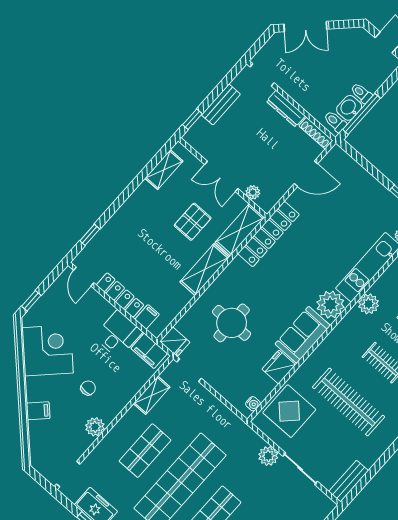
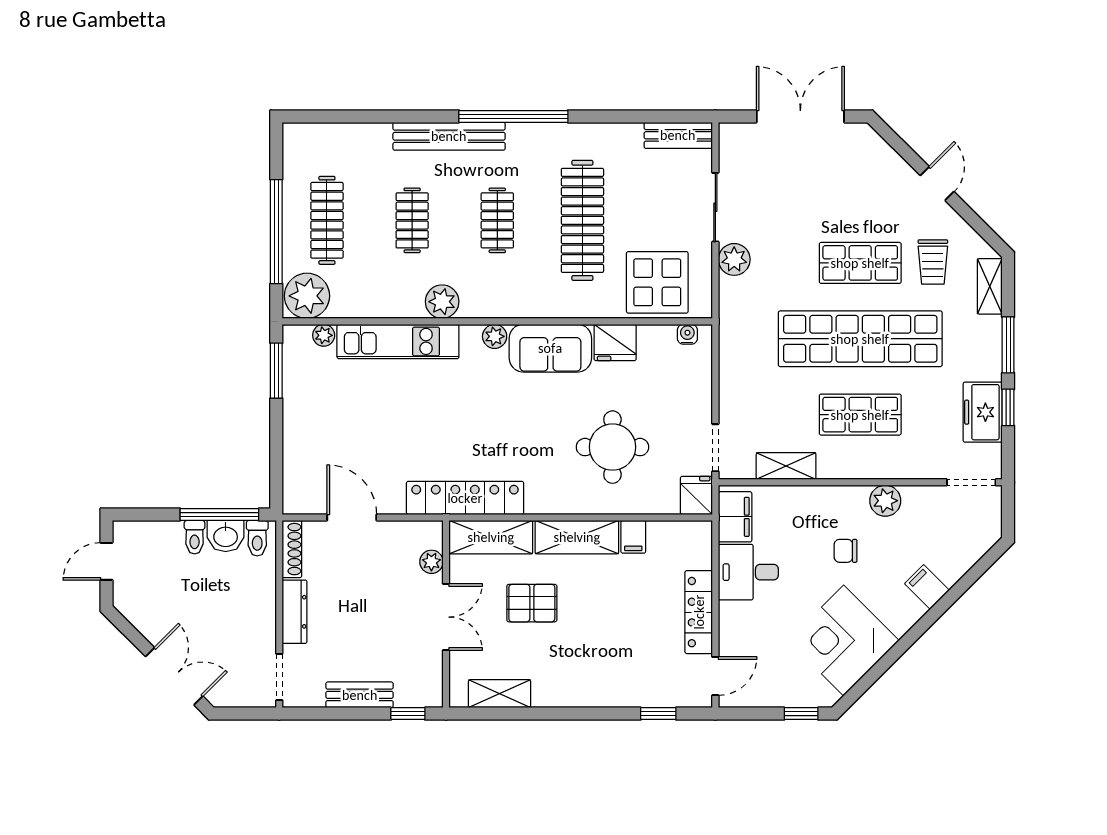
plant: (330, 305) -> (495, 336), width x0.53, depth x0.53
filing cabinet: (147, 317) -> (633, 537), moved, turned -90

